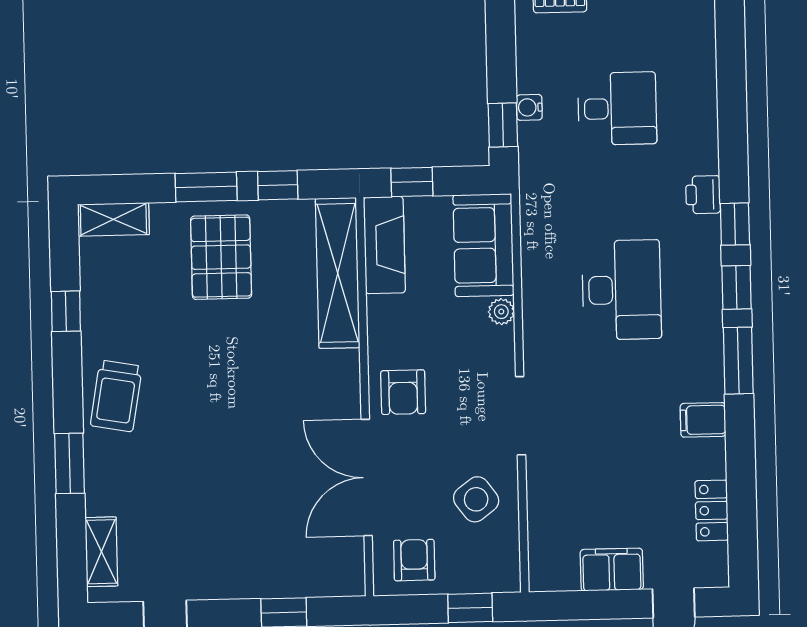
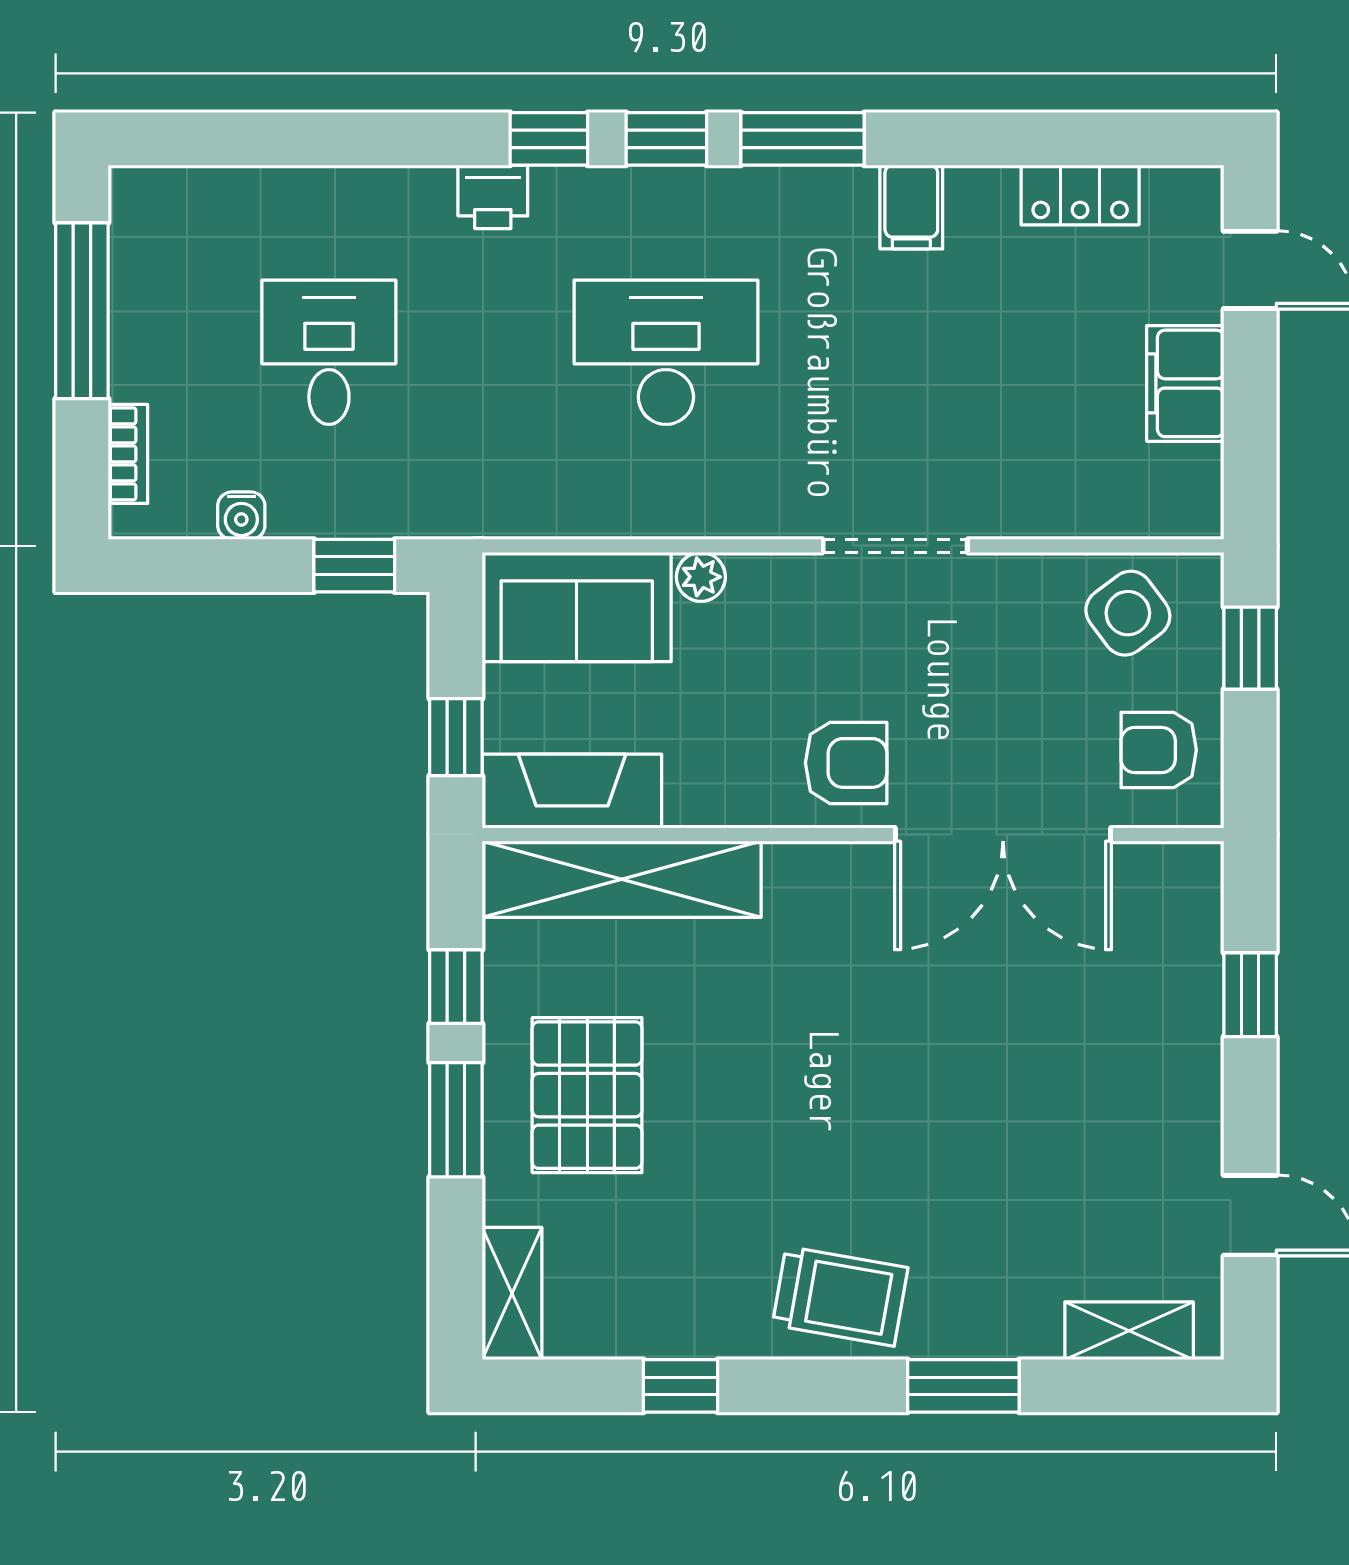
water cooler: (529, 107) -> (241, 516), moved
pallet: (221, 257) -> (587, 1095), turned 90
side table: (476, 499) -> (1128, 613), moved

